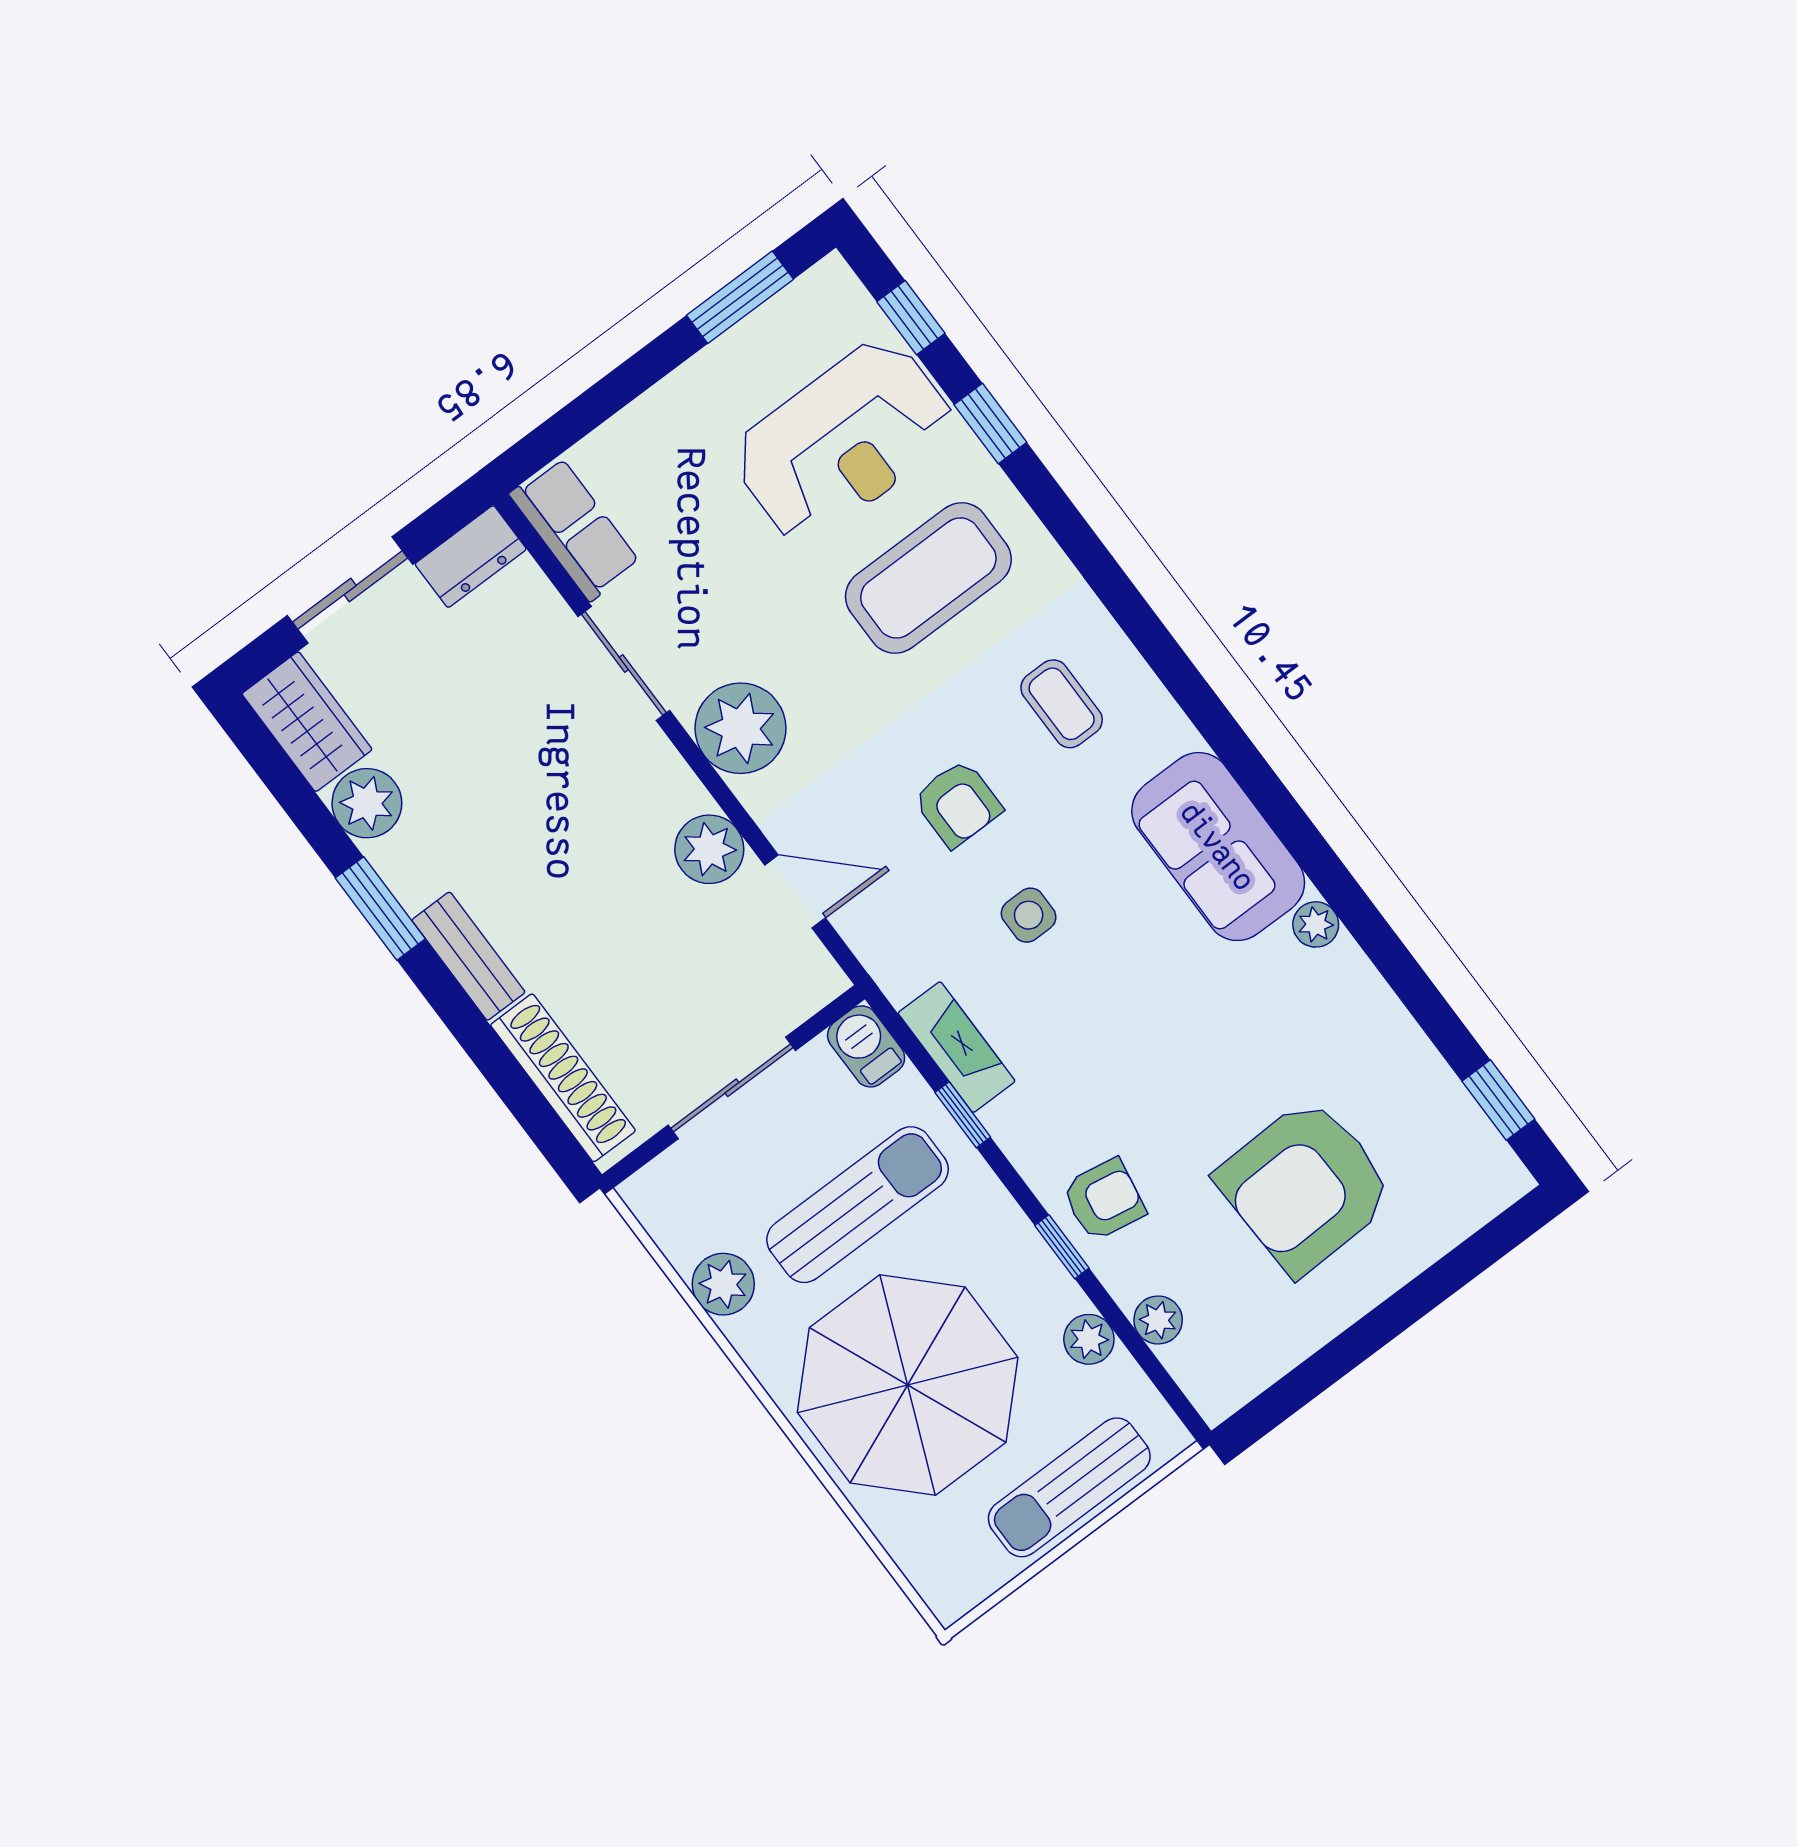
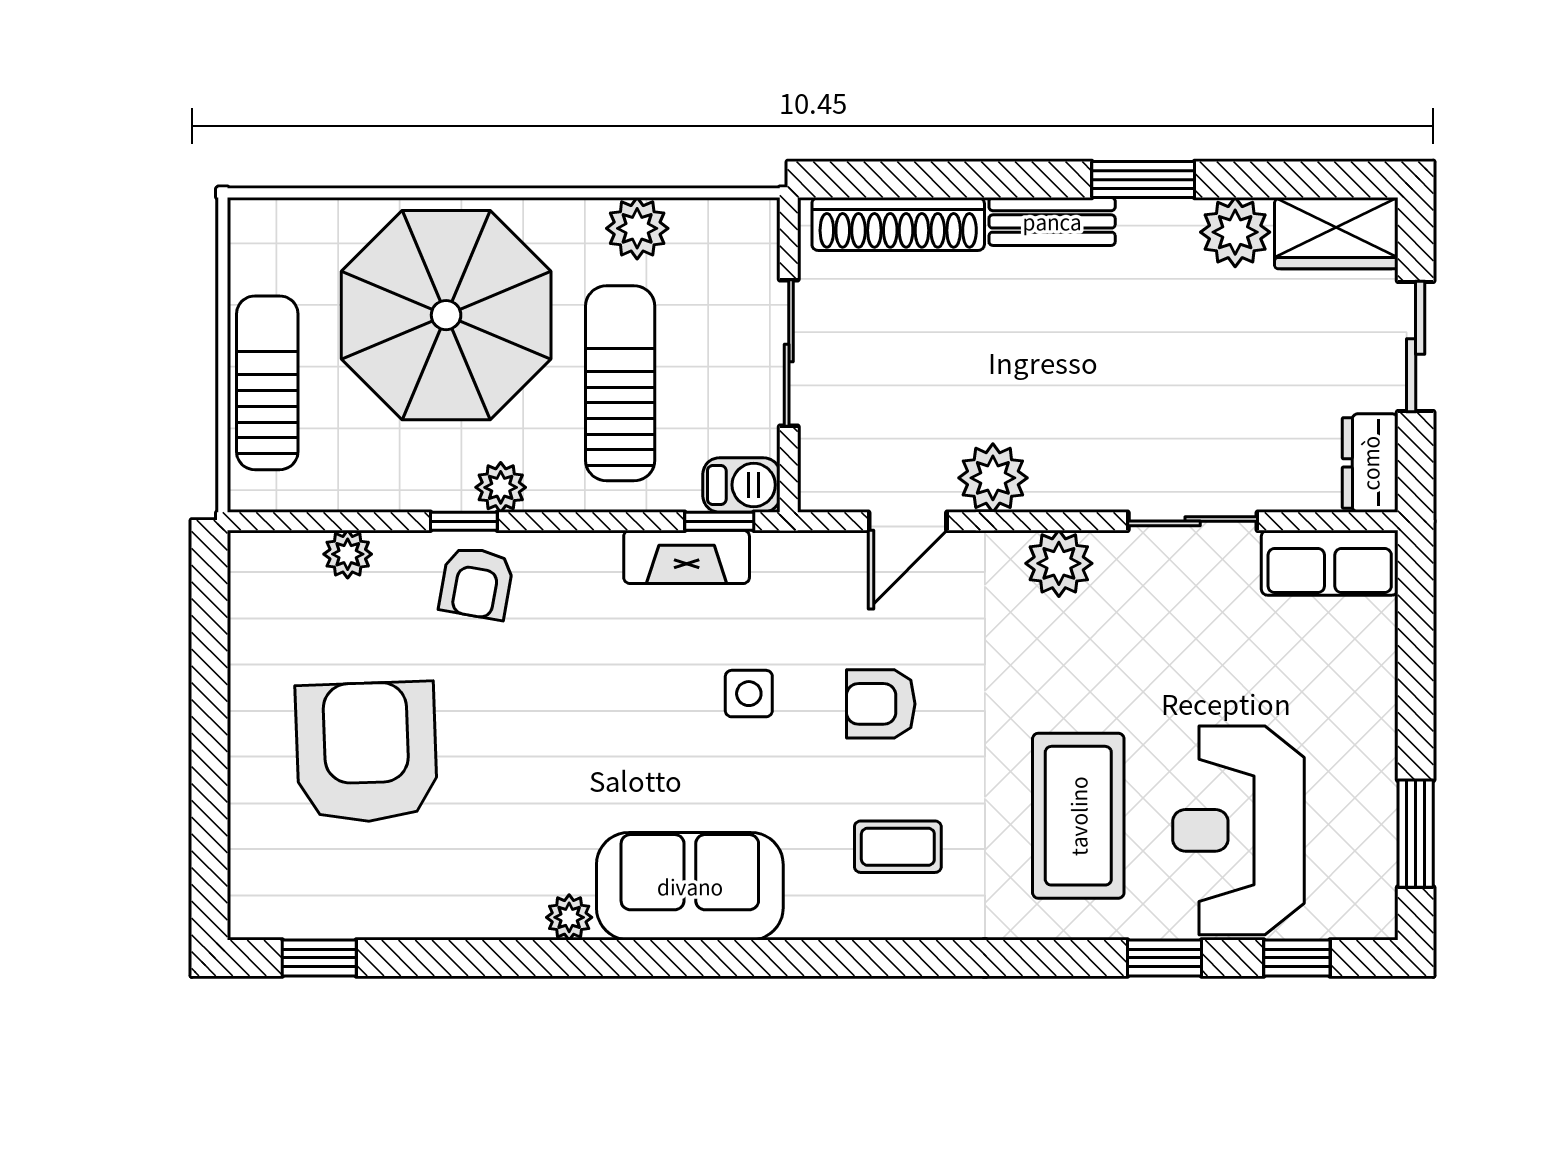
plant: (740, 728) -> (1059, 563), width x0.73, depth x0.73
window: (963, 1115) -> (719, 521), moved
sun lounger: (858, 1205) -> (620, 383), turned 180
plant: (1089, 1339) -> (501, 487), moved

